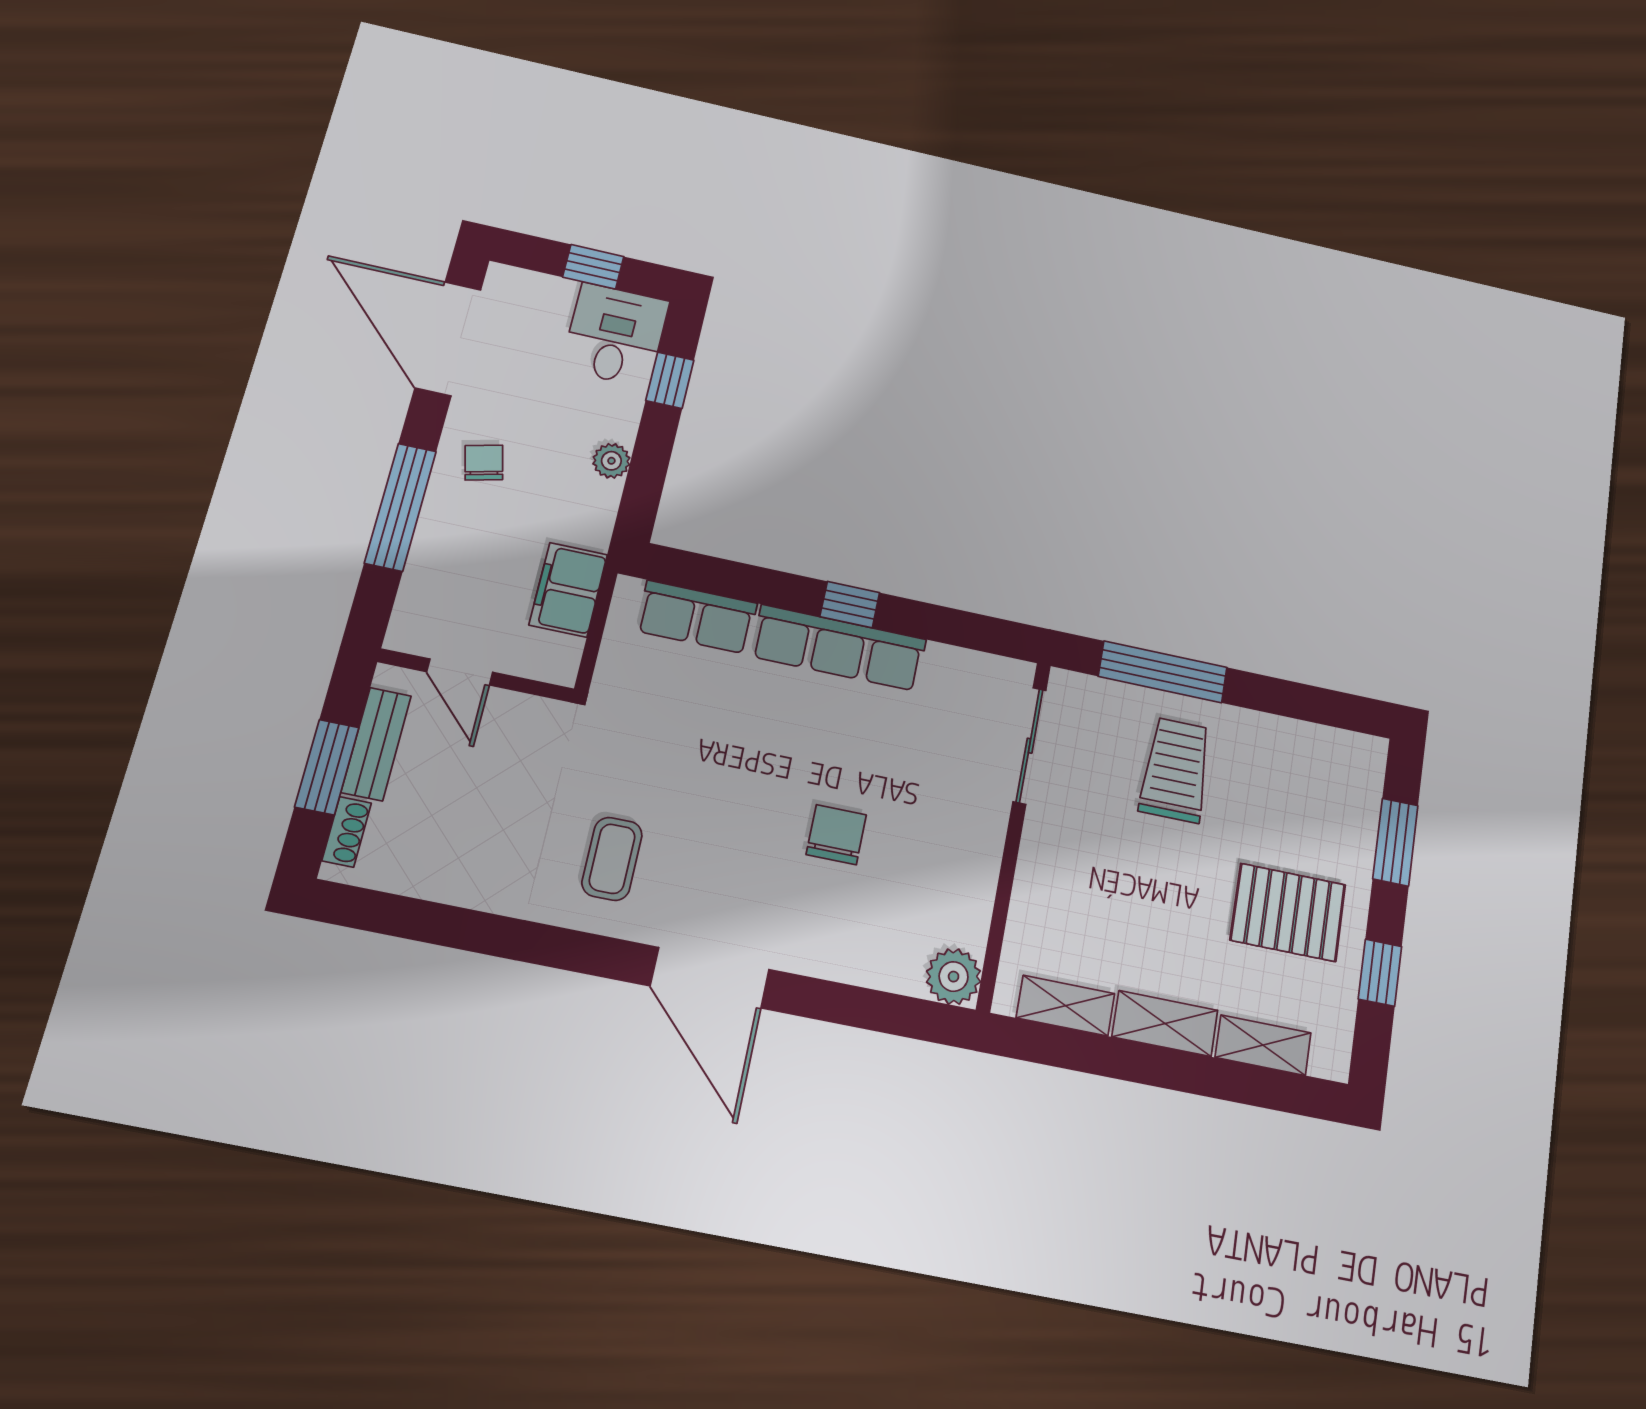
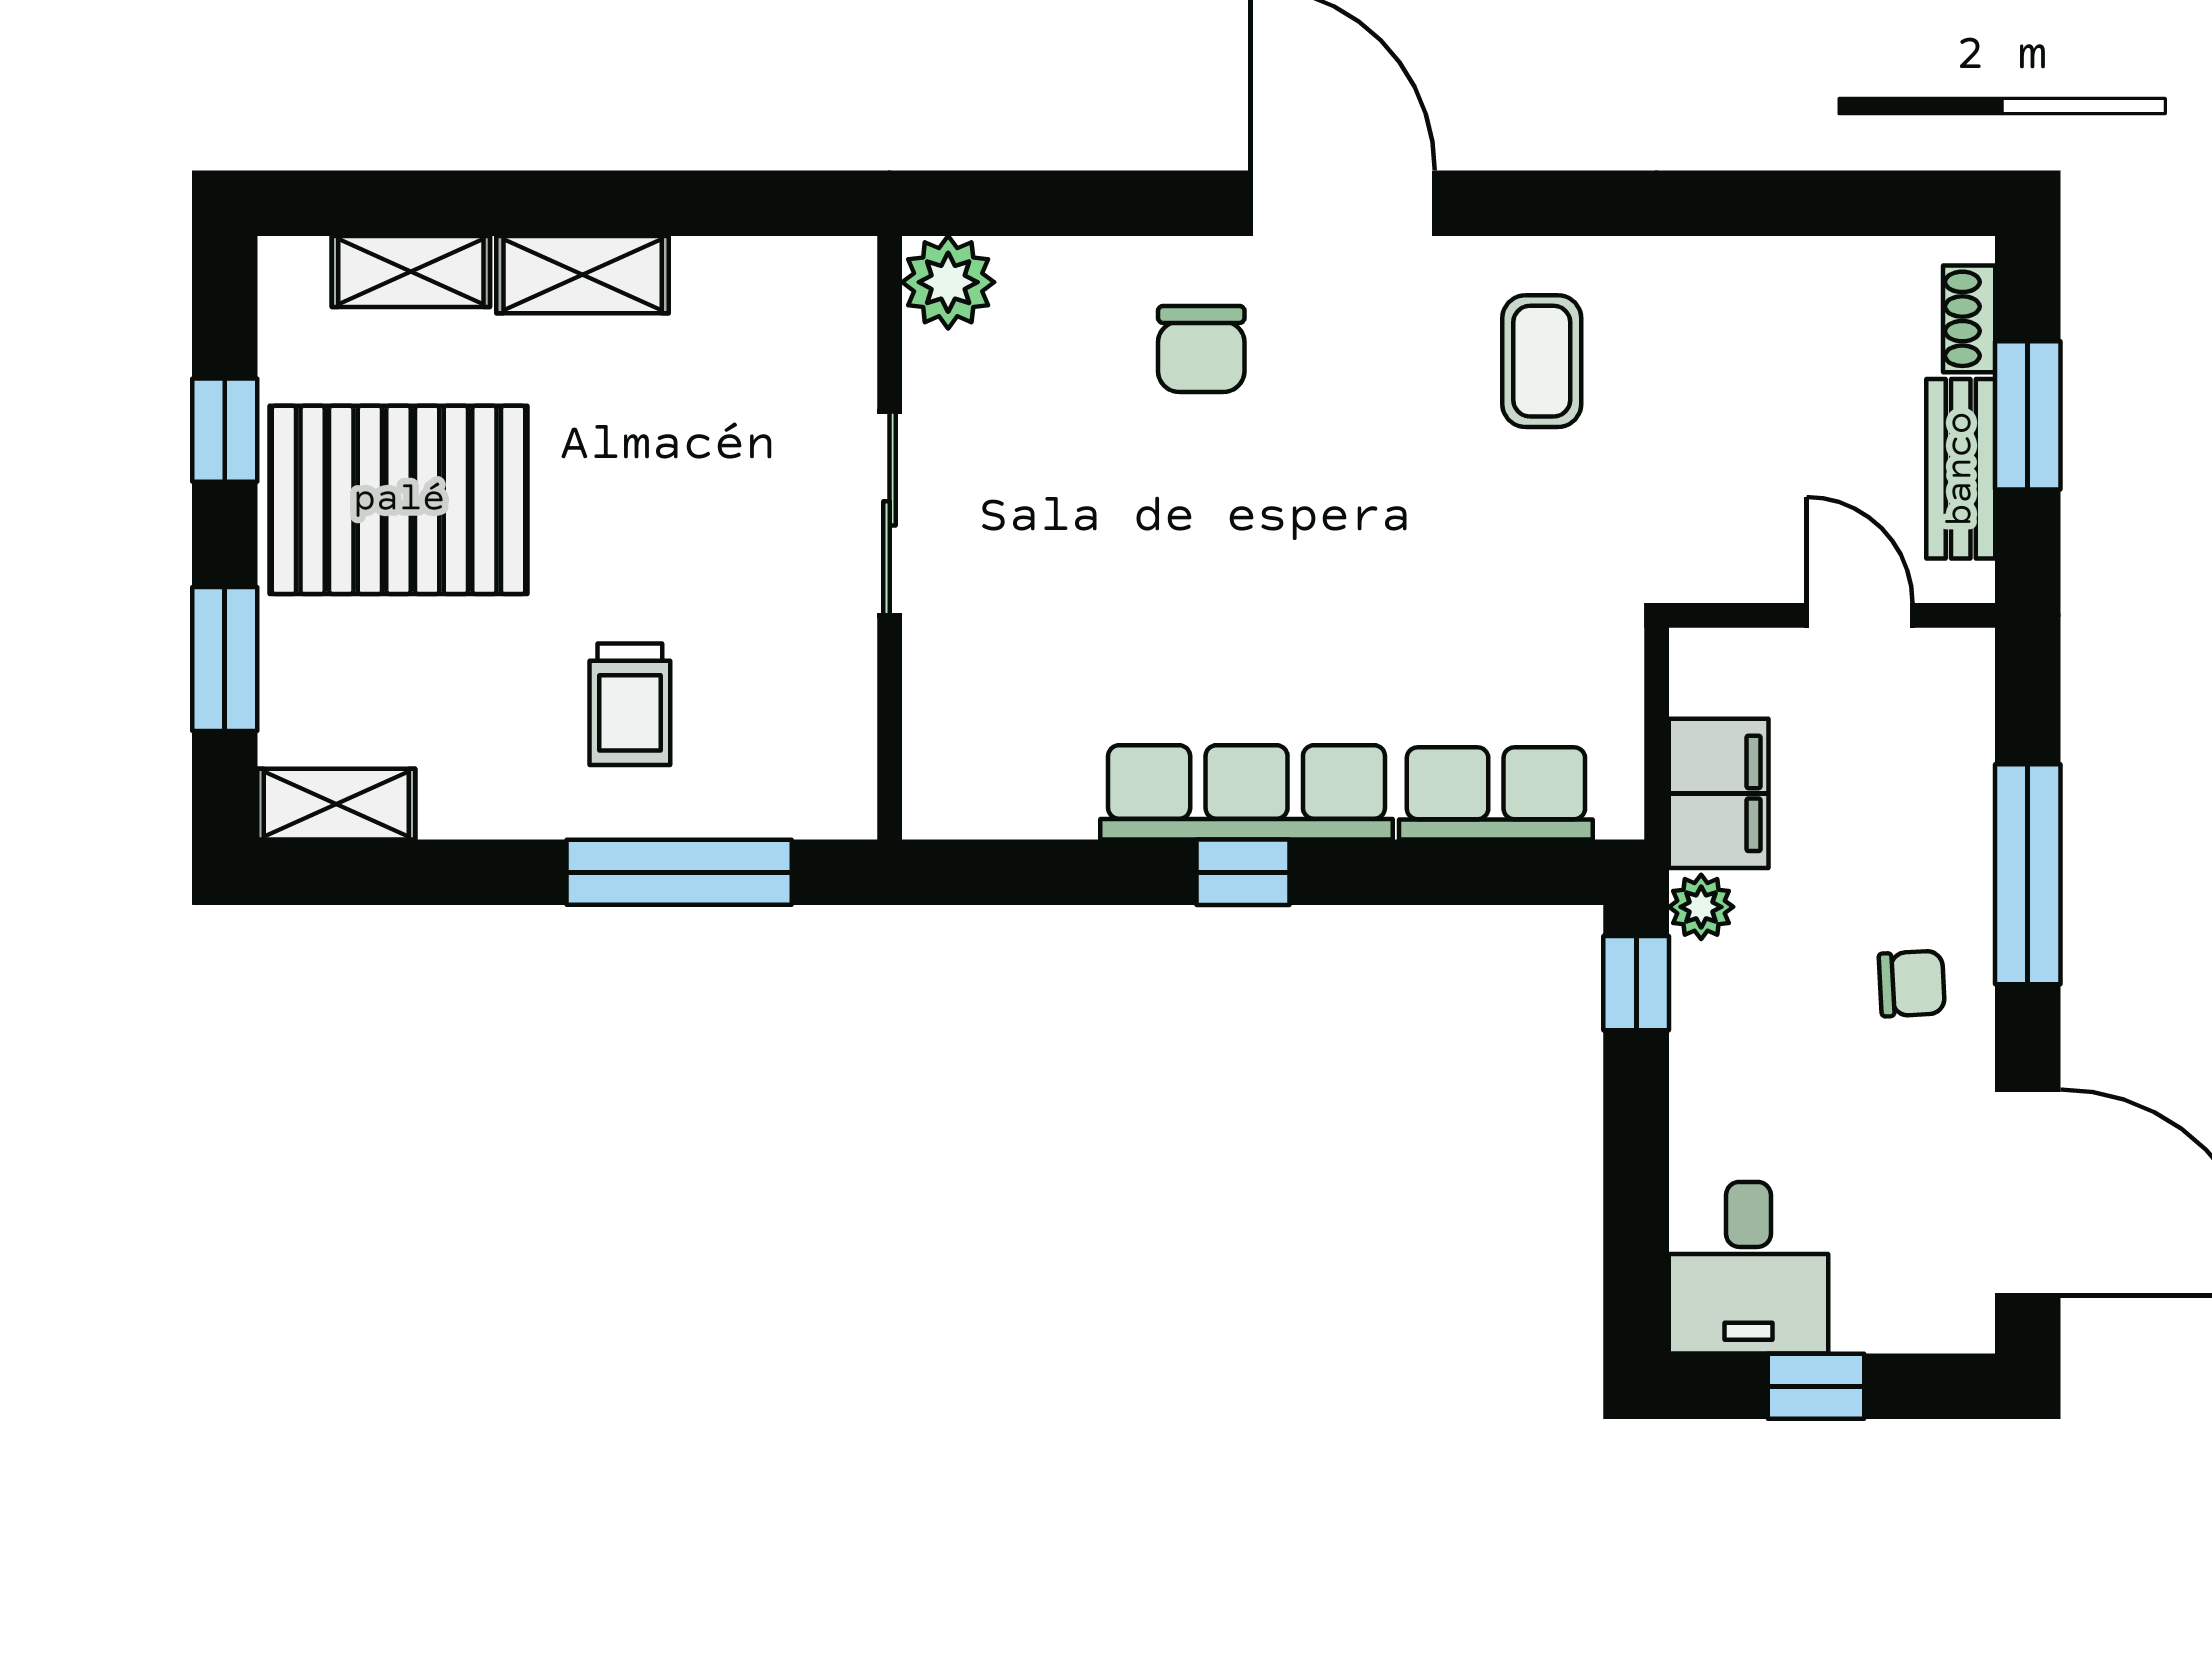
window: (670, 380) -> (1636, 983), moved
plant: (611, 461) -> (1701, 907), moved
chair: (484, 463) -> (1912, 984), turned -79
sliding door: (1030, 746) -> (890, 513), moved
trolley: (1176, 770) -> (630, 704), width x0.73, depth x0.72
chair: (836, 835) -> (1201, 349), moved
pallet: (1288, 912) -> (399, 500), width x1.37, depth x1.41
shelving: (1066, 1006) -> (336, 804), moved

